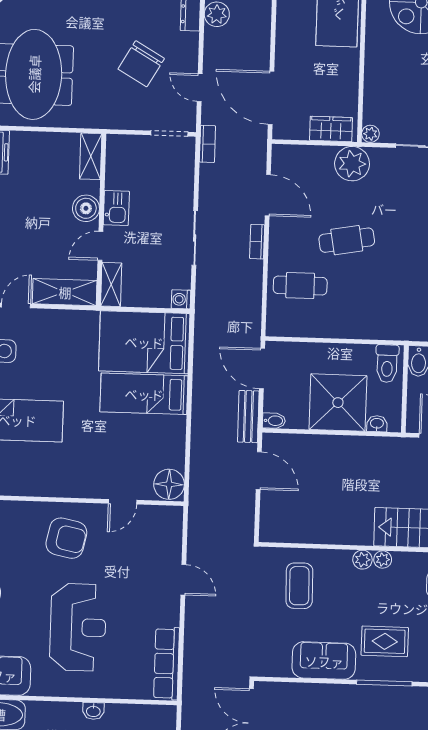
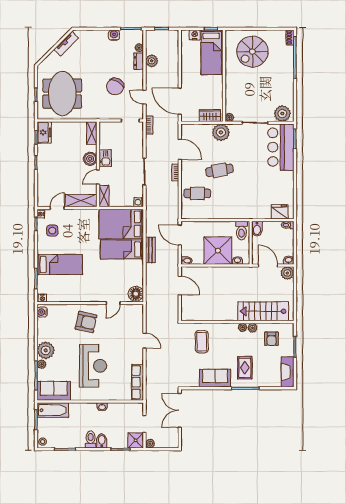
bench: (248, 417) -> (150, 250), moved
plant: (362, 560) -> (252, 328), moved
rug: (385, 641) -> (245, 368), turned 90

